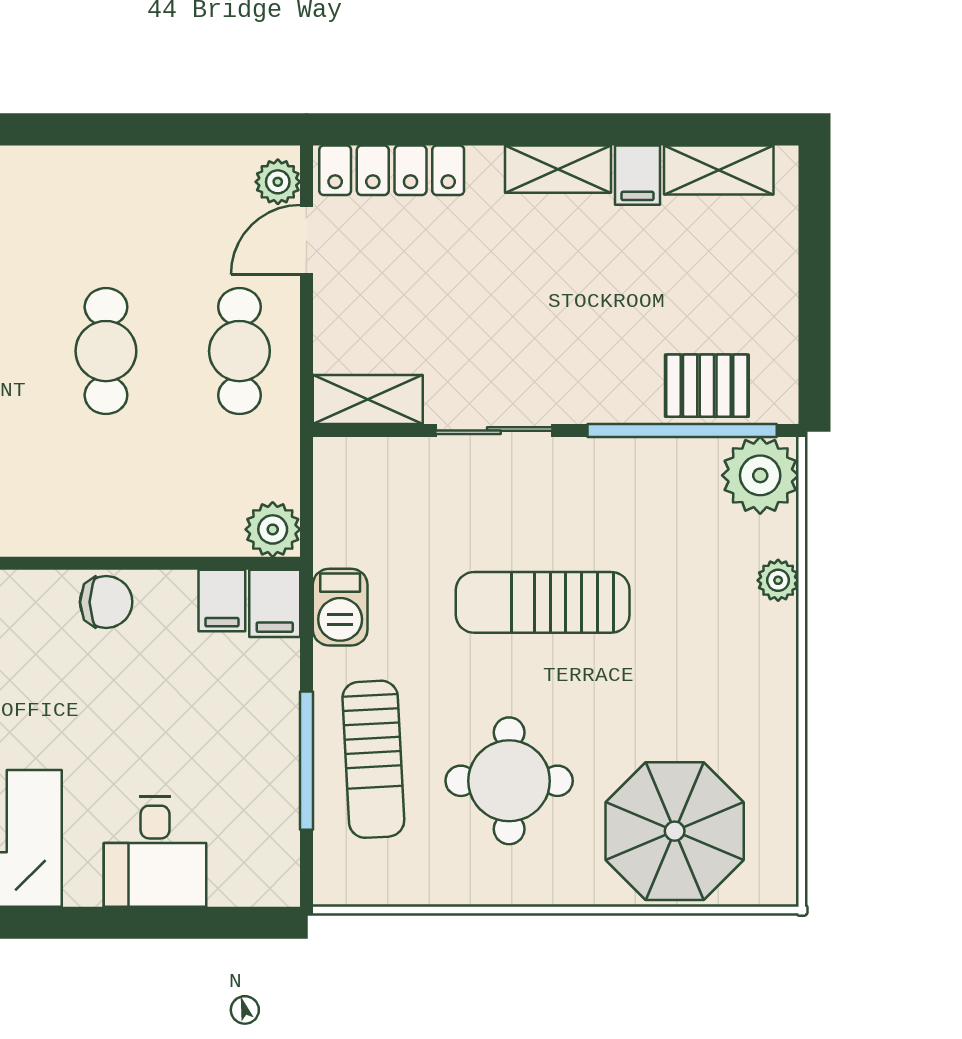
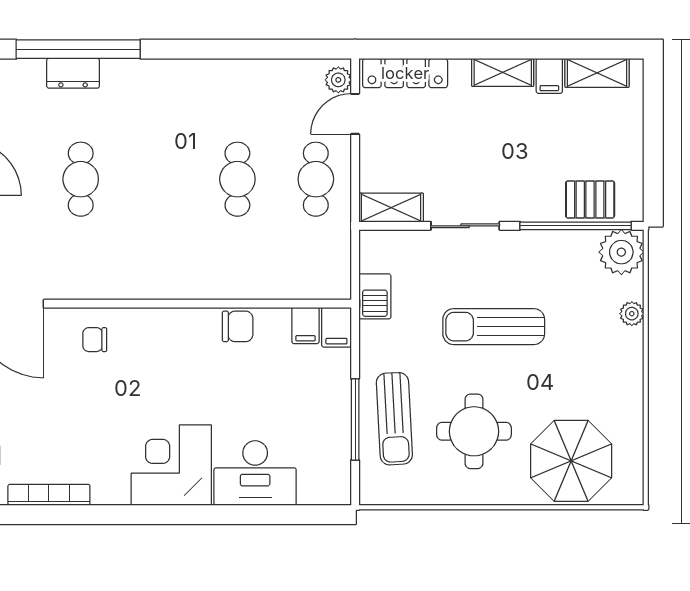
plant: (273, 529) -> (335, 284), removed
barbecue: (340, 607) -> (375, 296), moved
desk: (155, 852) -> (255, 473), width x1.37

